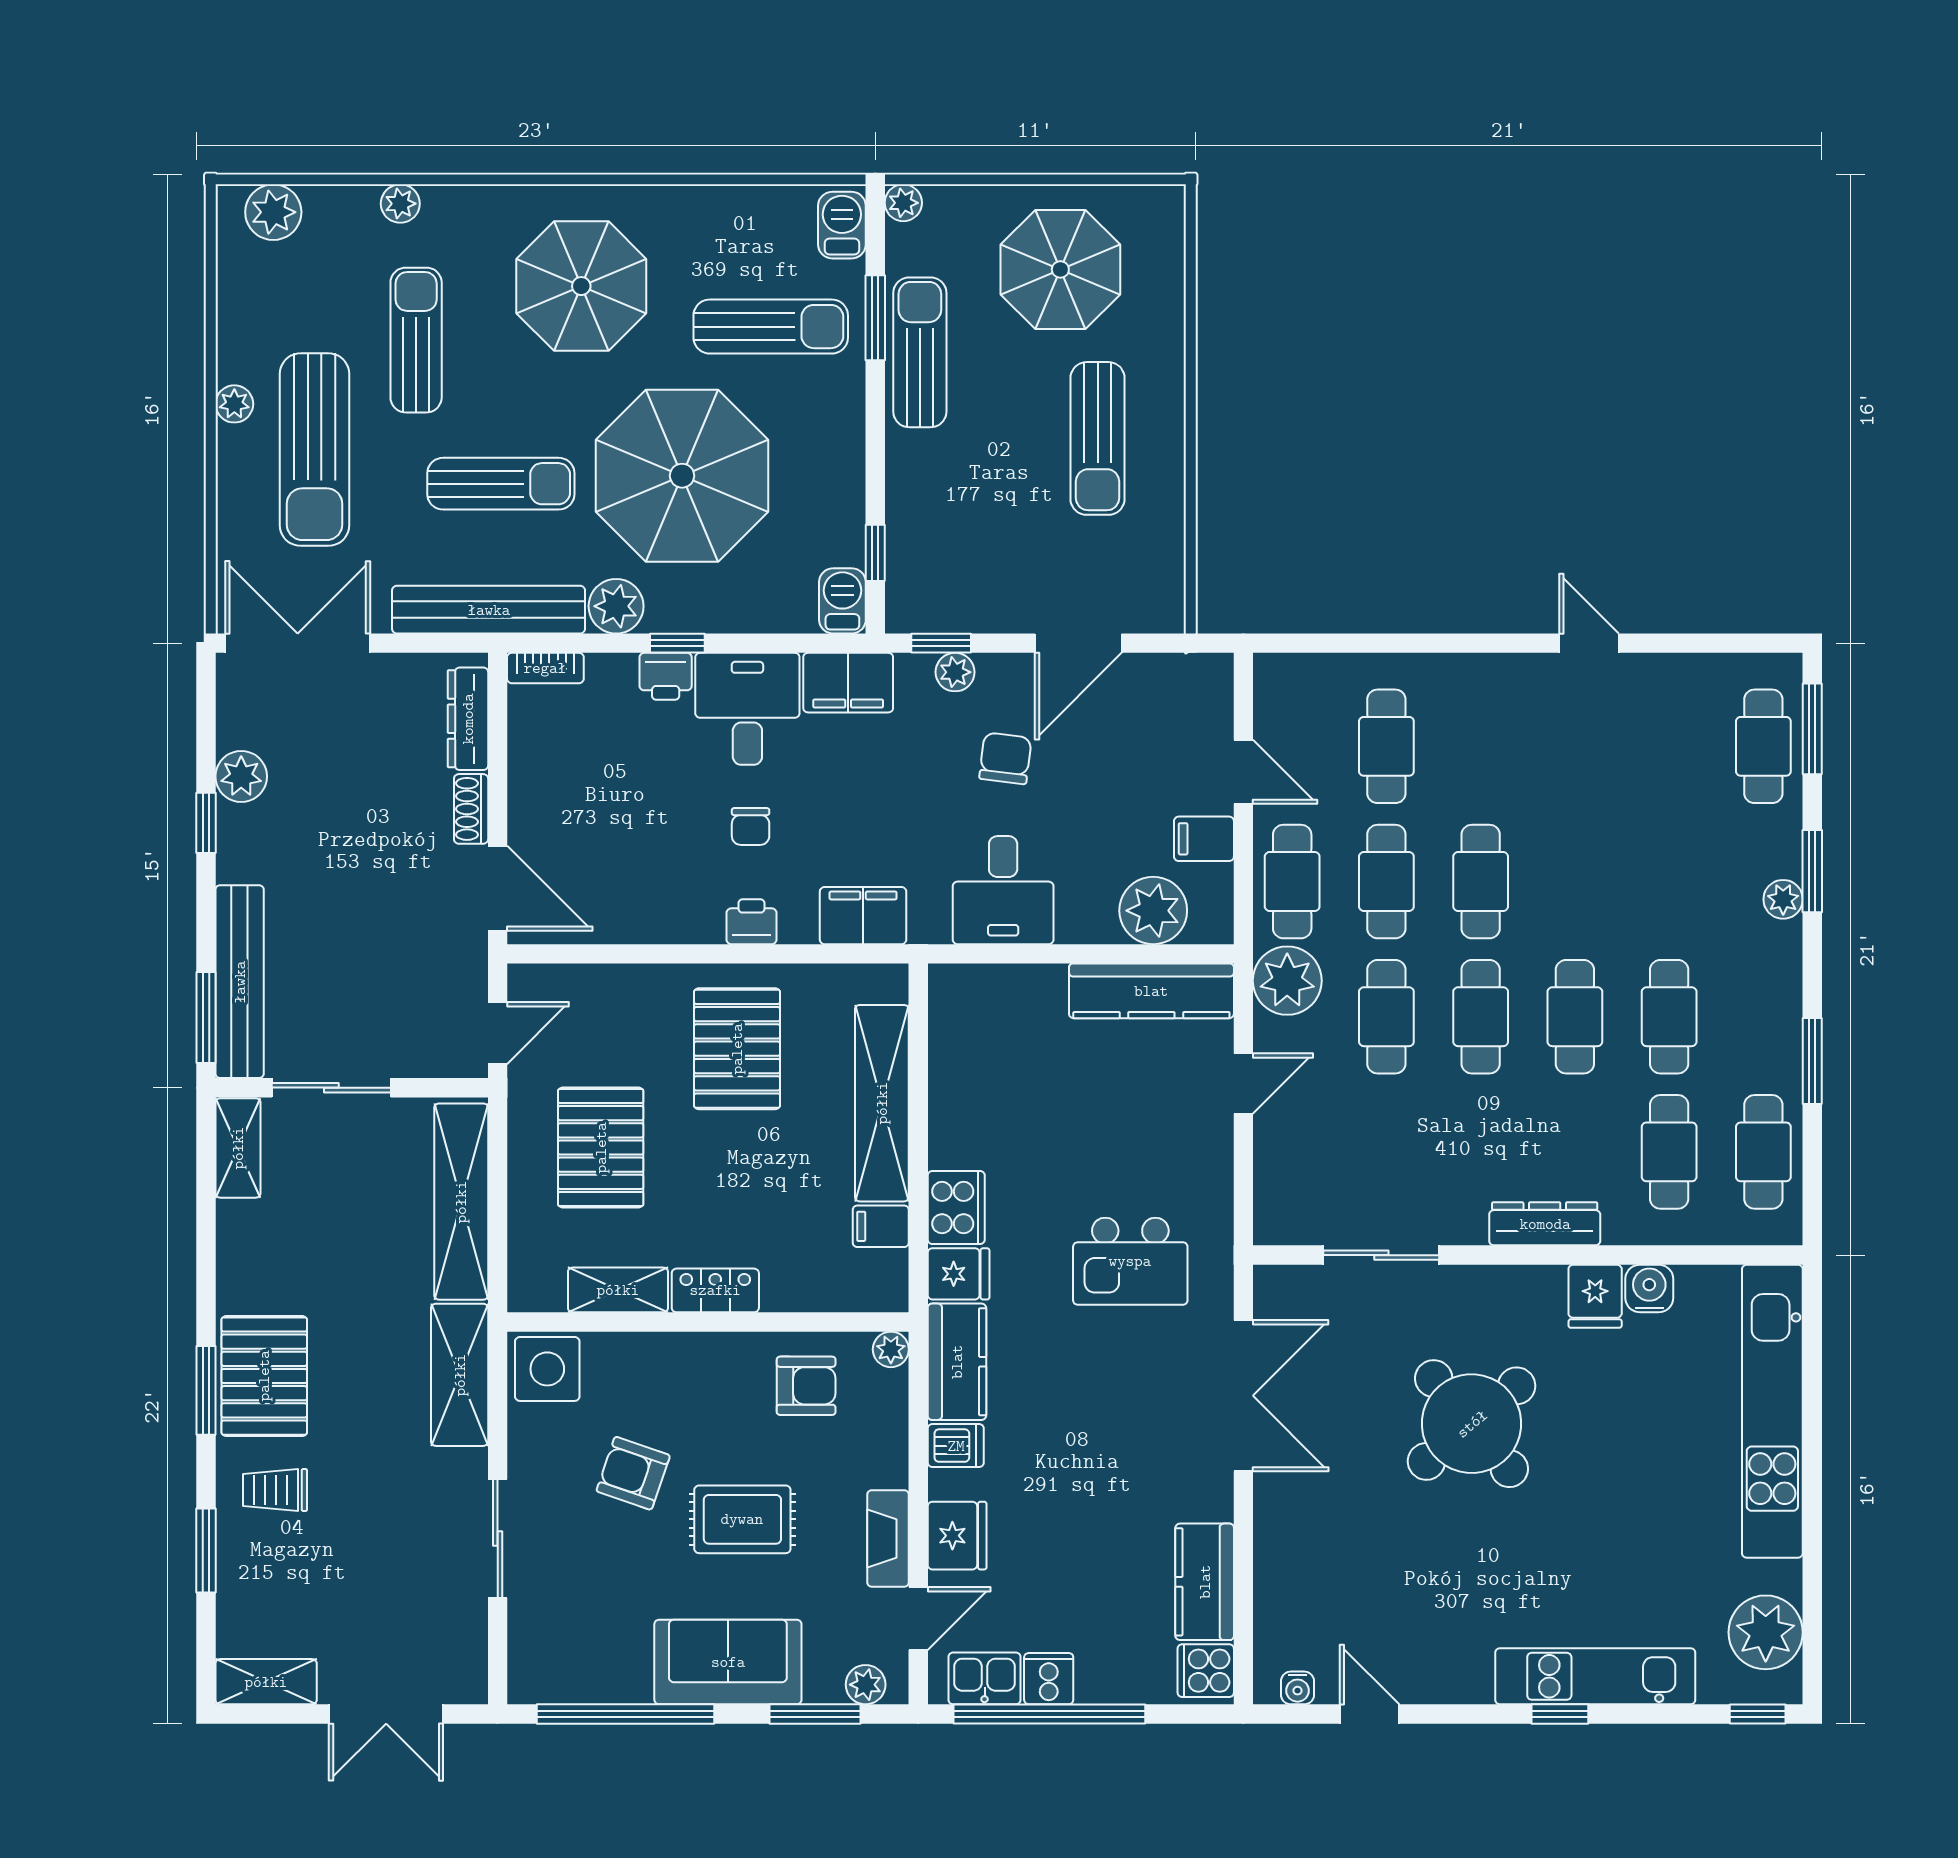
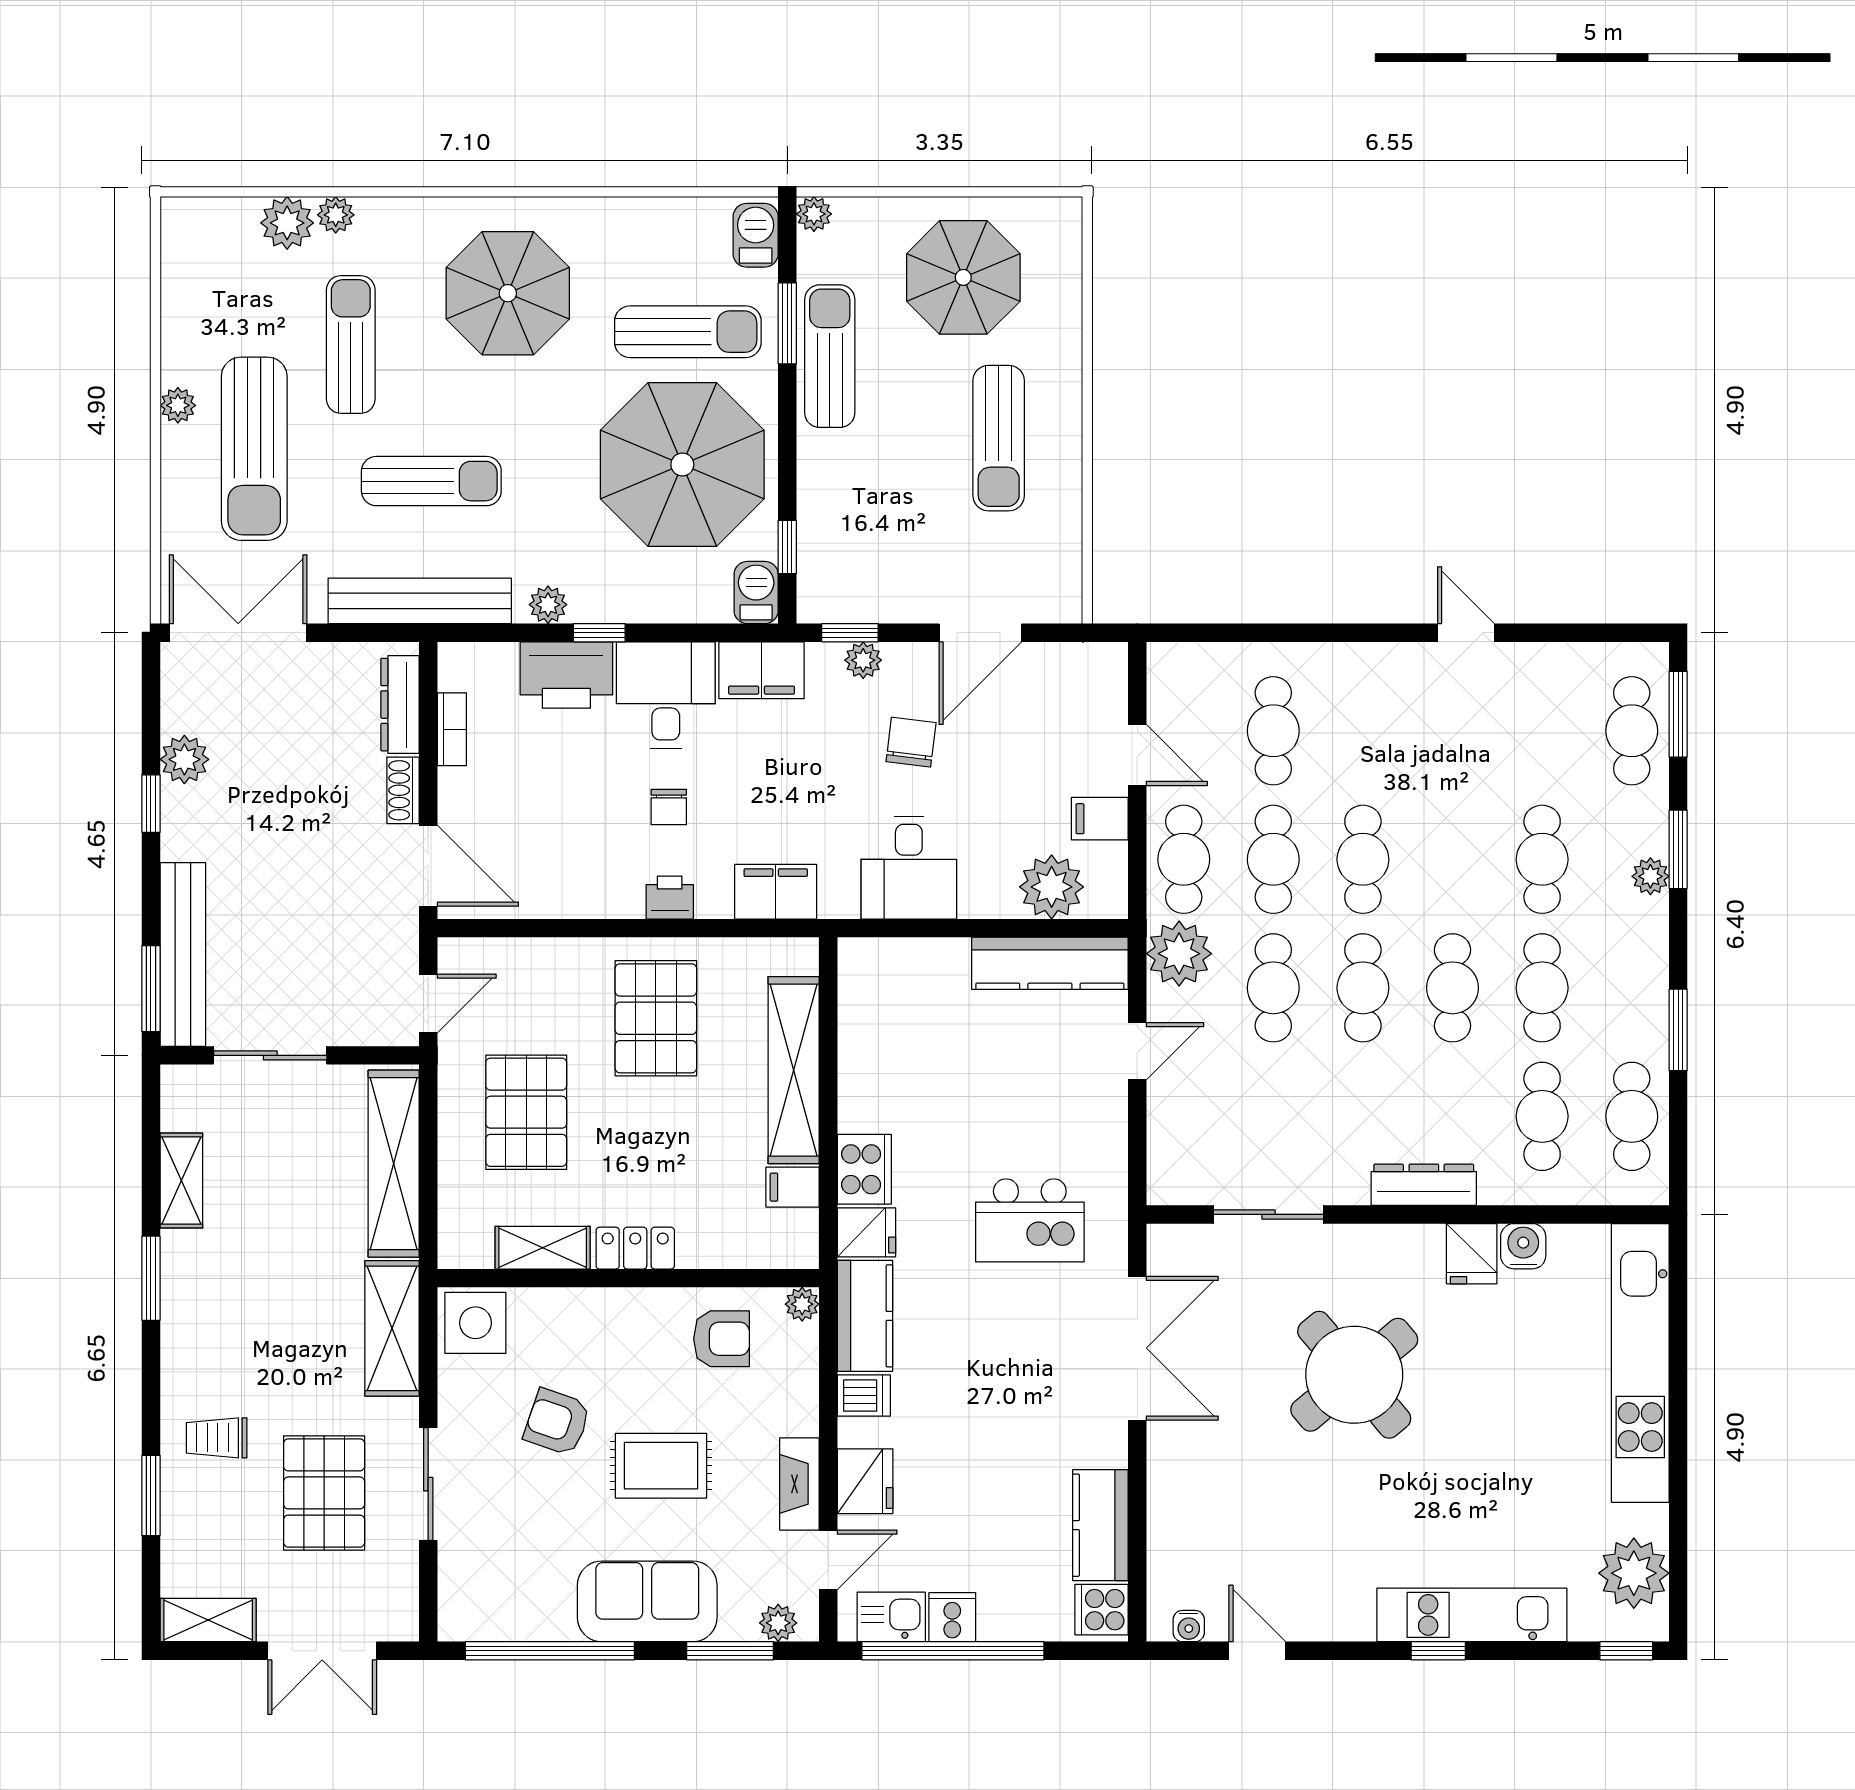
plant: (273, 212) -> (287, 223), moved
parasol: (682, 476) -> (682, 465), moved
plant: (616, 606) -> (548, 605), width x0.73, depth x0.73
bookcase: (545, 668) -> (452, 729), moved, turned -90
printer: (666, 676) -> (566, 675), width x1.87, depth x1.48
cafe table: (1669, 882) -> (1542, 859), added
shelving: (238, 1148) -> (181, 1181), moved
pallet: (264, 1376) -> (324, 1493), moved
window: (206, 1390) -> (151, 1278), moved

